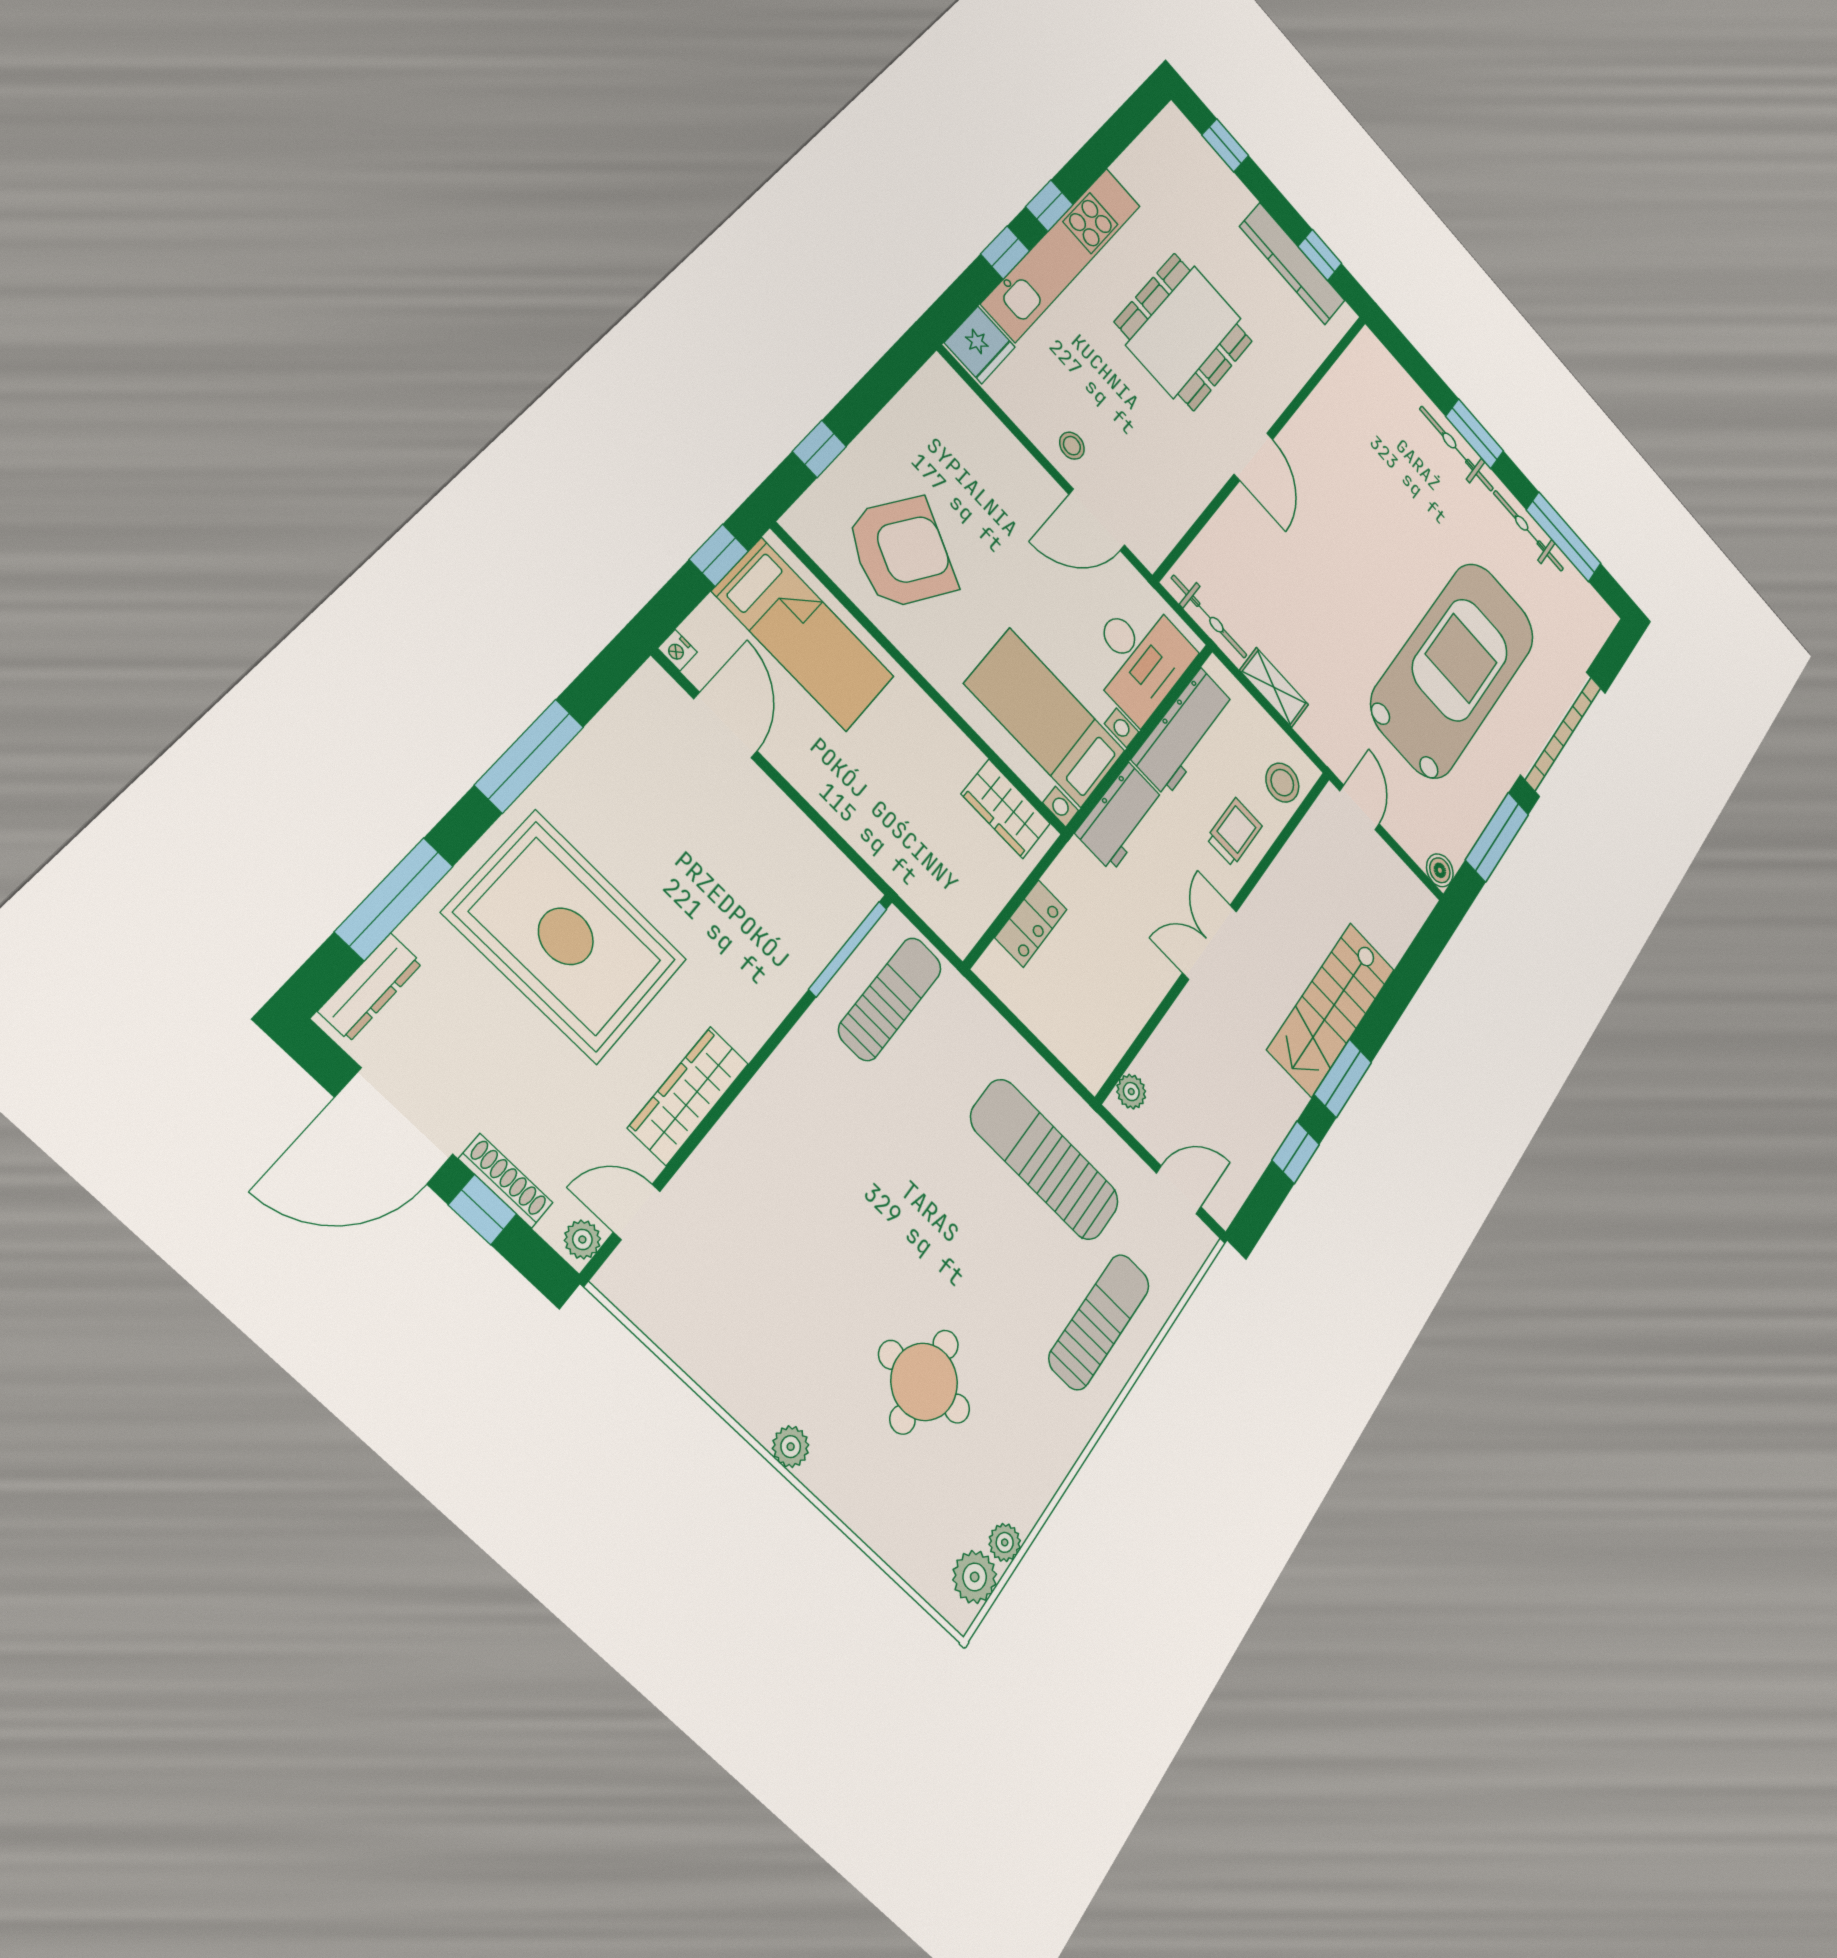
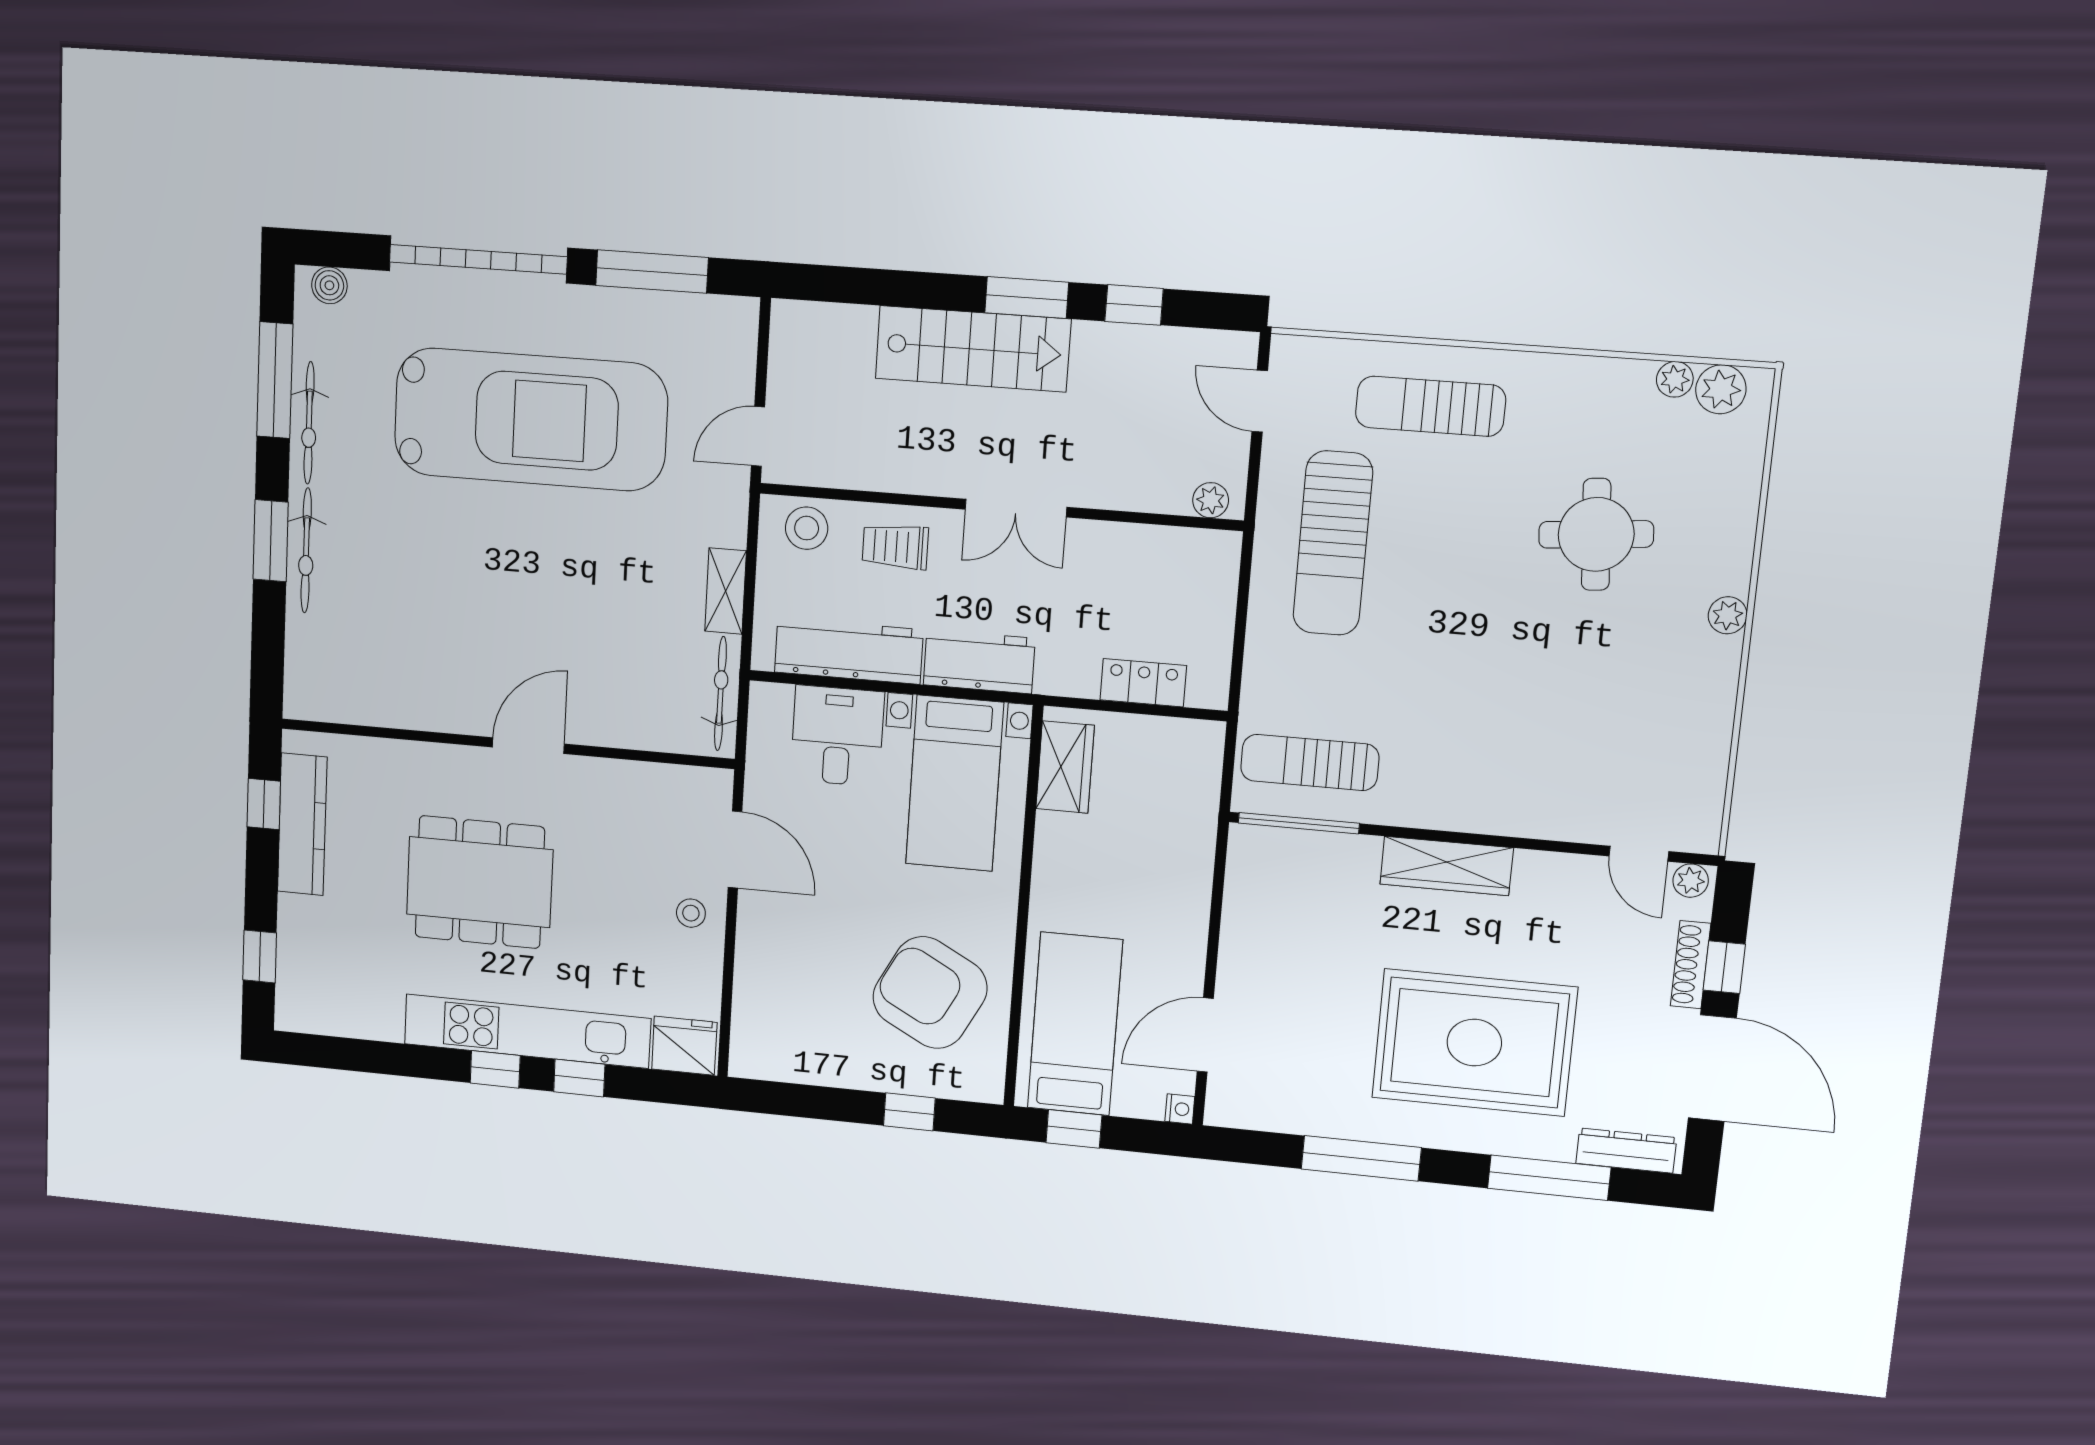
desk: (1139, 657) -> (837, 736), width x0.73
car: (1454, 669) -> (530, 419), turned 180
boiler: (1440, 870) -> (329, 285), moved
rug: (566, 936) -> (1474, 1043), turned 90
wardrobe: (689, 1096) -> (1447, 866), moved

